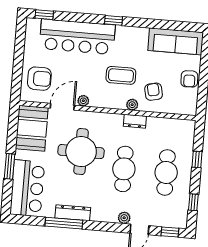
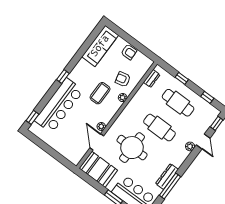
armchair: (39, 79) -> (70, 145), removed
dresser: (135, 121) -> (152, 78), moved

